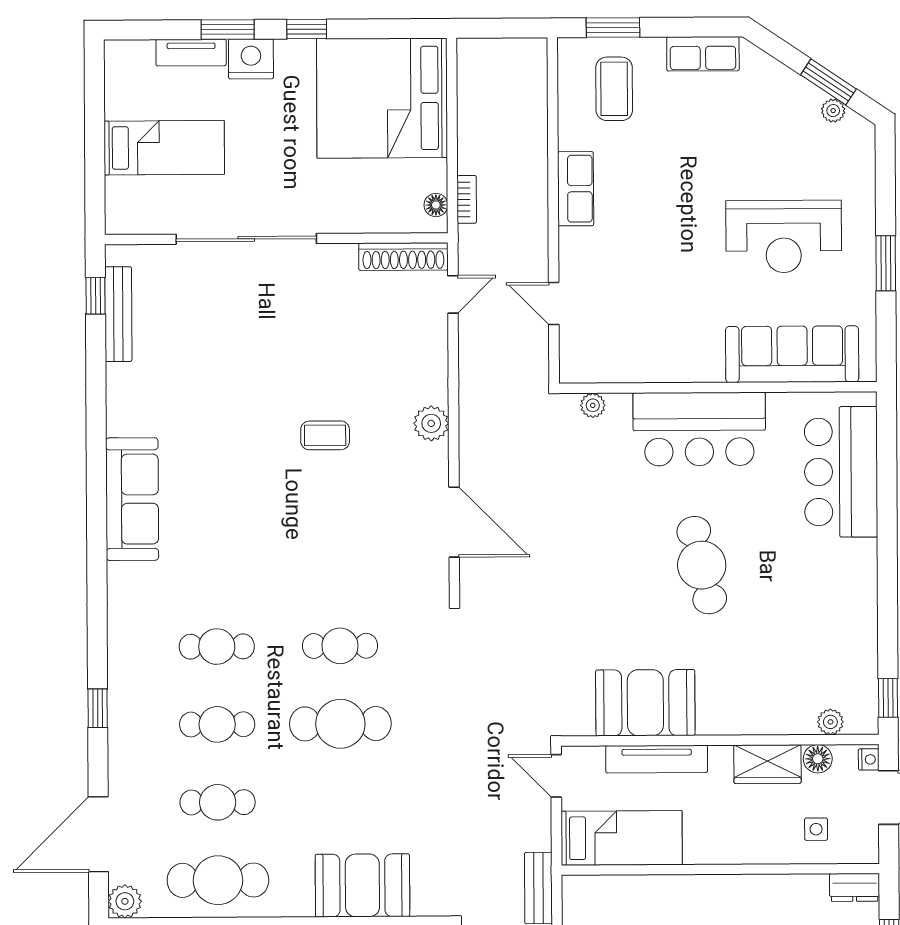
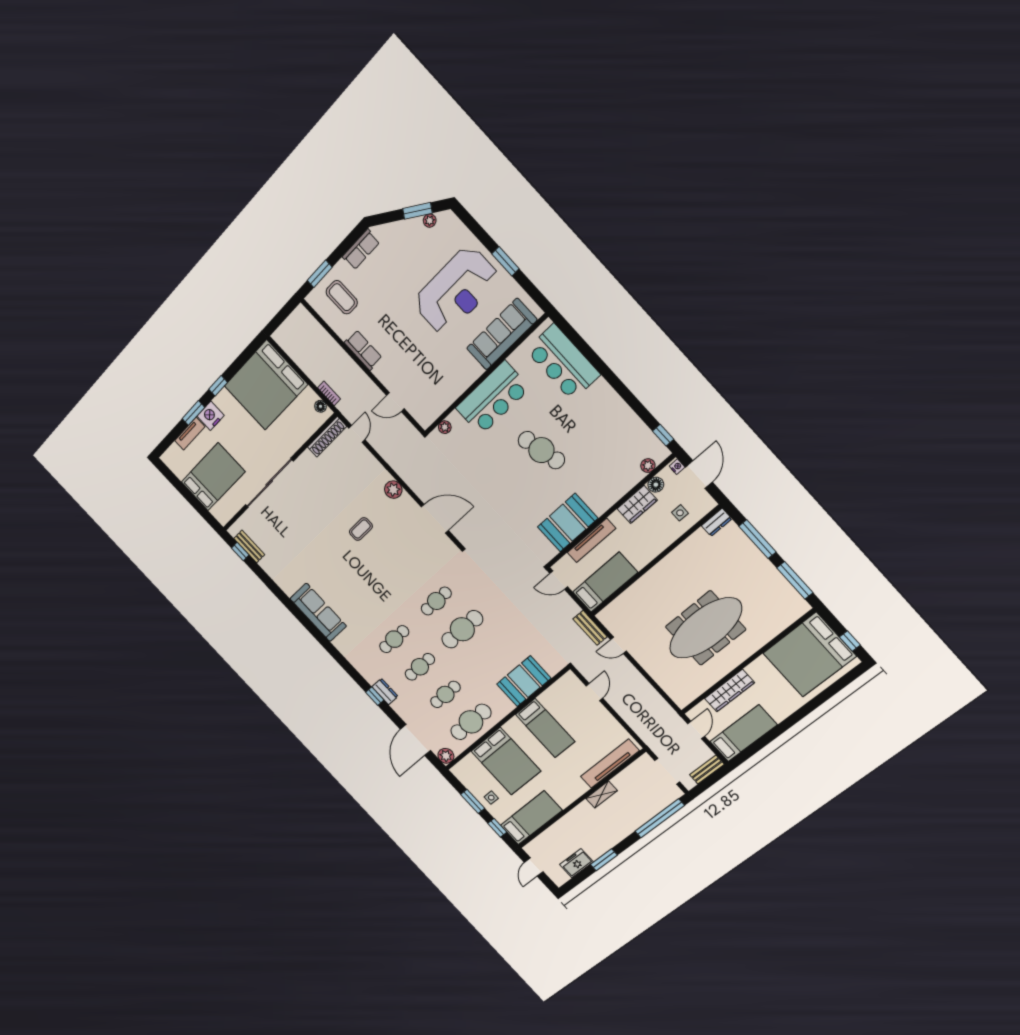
bed: (164, 148) -> (213, 477), width x1.50
reception desk: (784, 236) -> (456, 291), width x1.36, depth x1.30
bench: (118, 314) -> (249, 547), width x0.73
dresser: (122, 715) -> (385, 692), added

